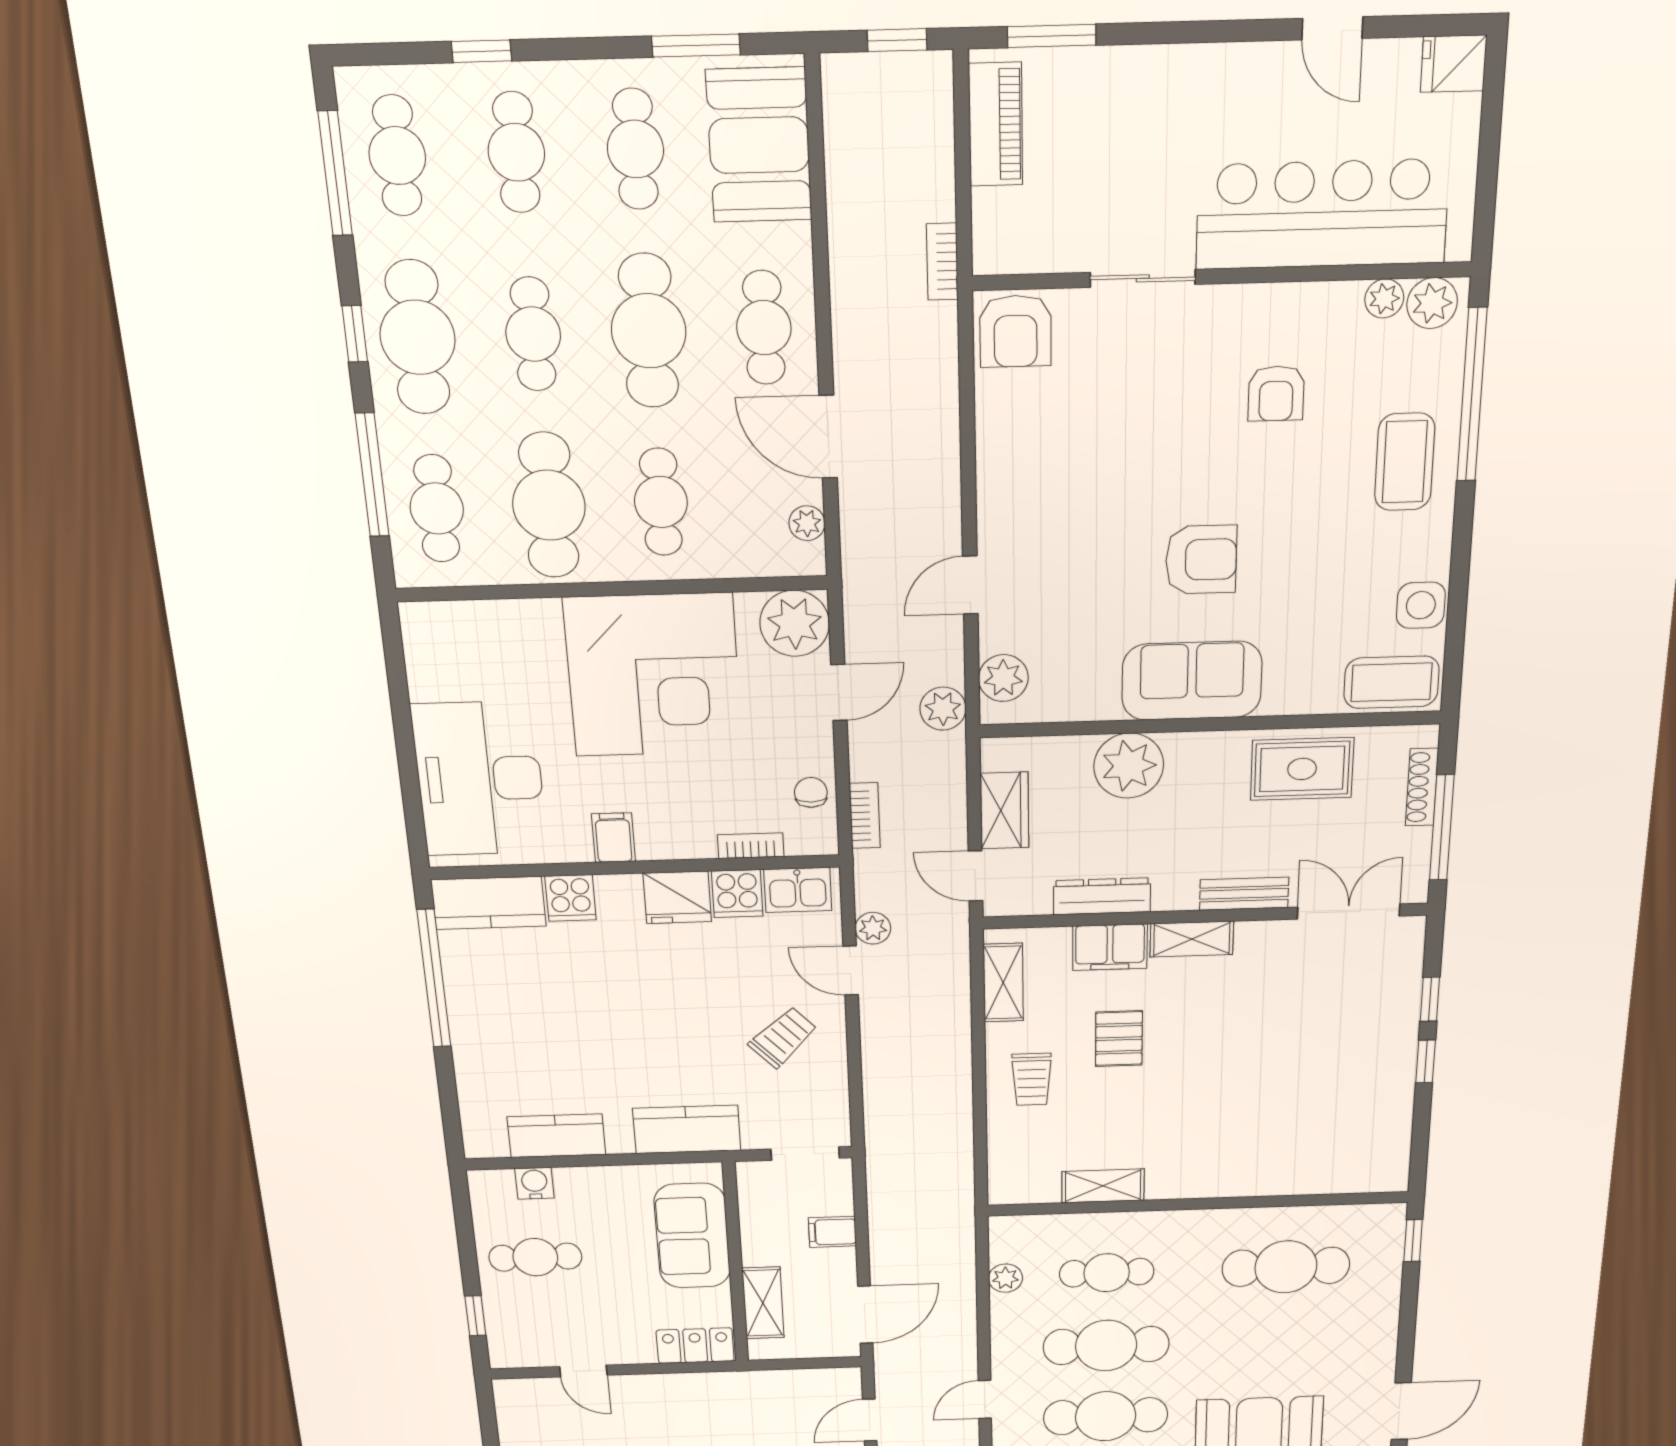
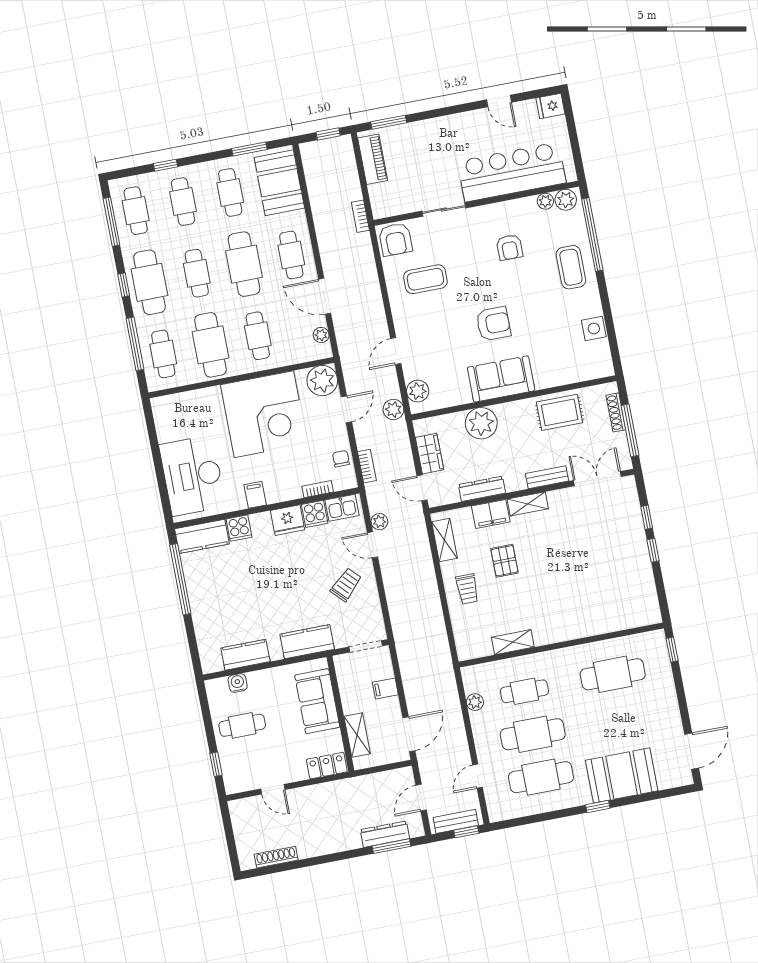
coffee table: (1391, 682) -> (425, 279), moved

